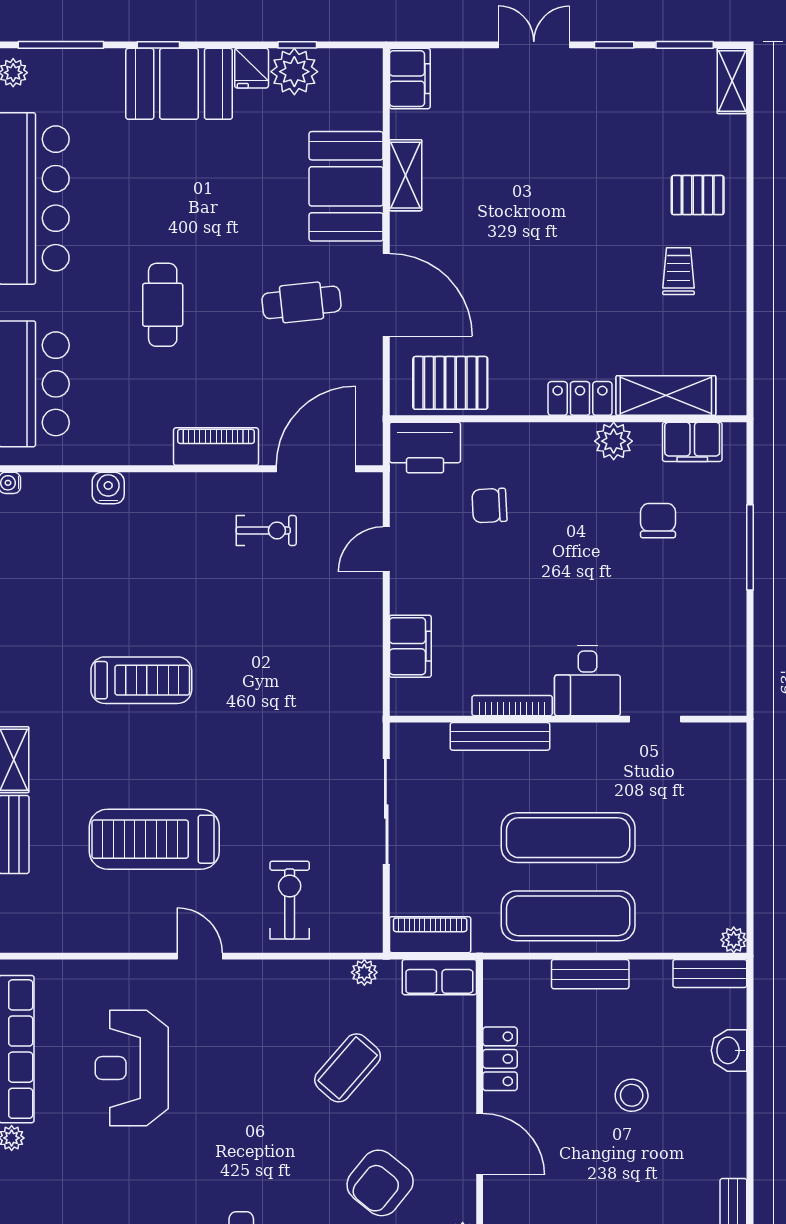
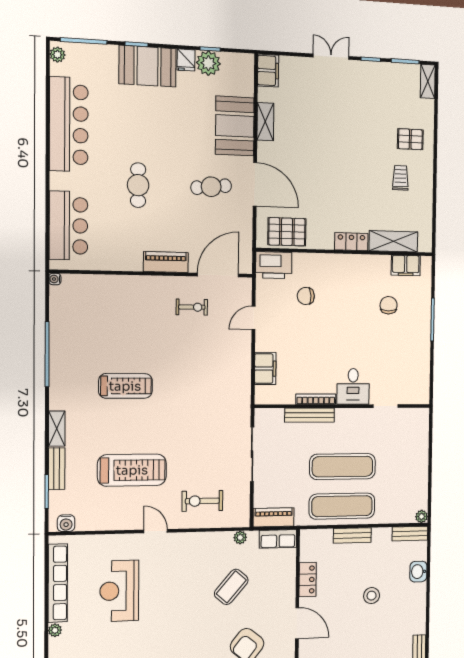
plant: (614, 441) -> (368, 264), removed
water cooler: (108, 488) -> (66, 523), moved, turned 180
treadmill: (154, 839) -> (132, 470), turned 180
exercise bike: (290, 900) -> (202, 501), turned -90

